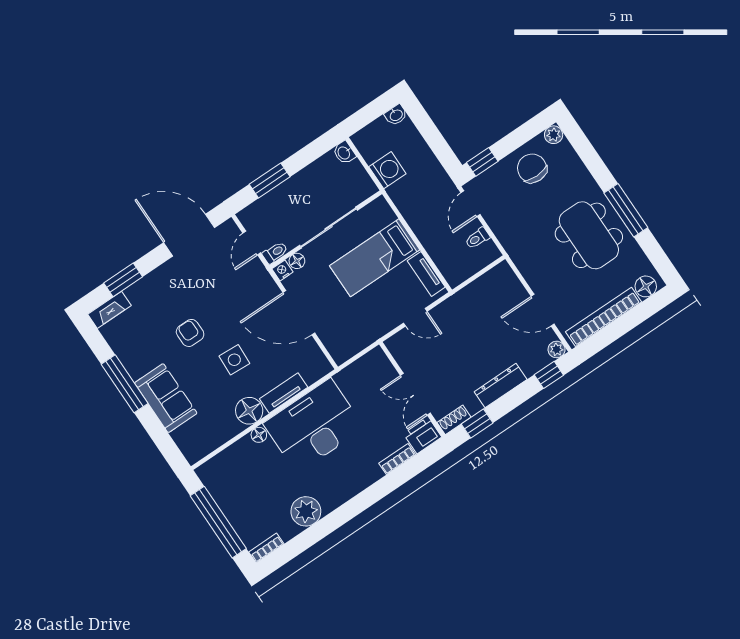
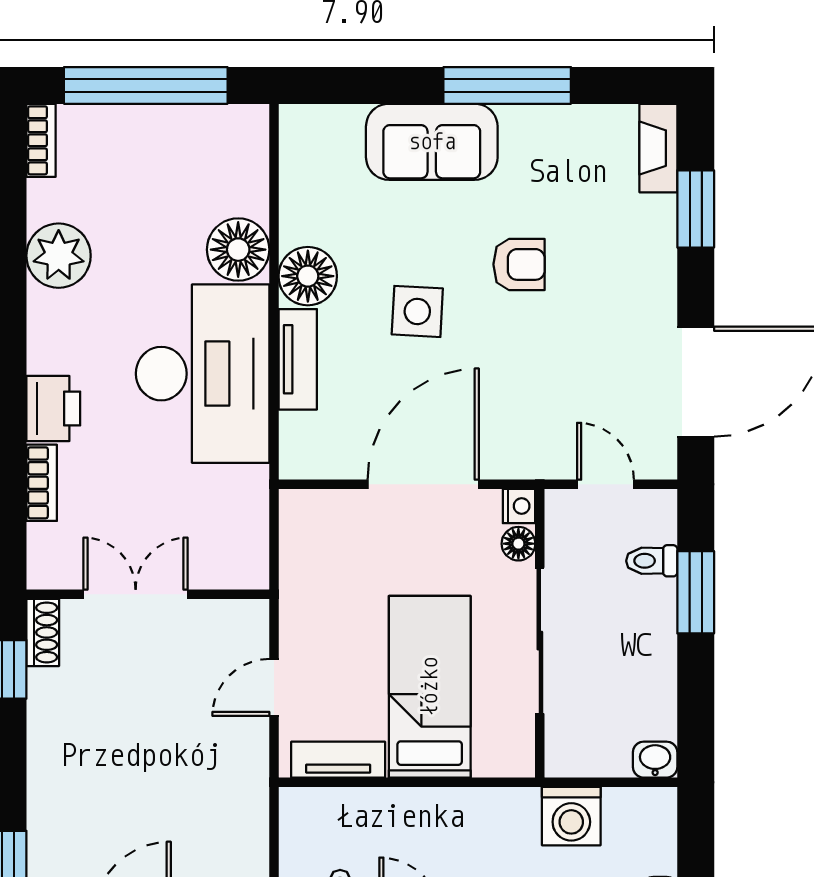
toilet: (275, 253) -> (652, 561), moved, turned 90
dresser: (501, 386) -> (48, 757), removed
floor lamp: (259, 435) -> (238, 250), width x1.89, depth x1.89
printer: (423, 435) -> (53, 409), moved

